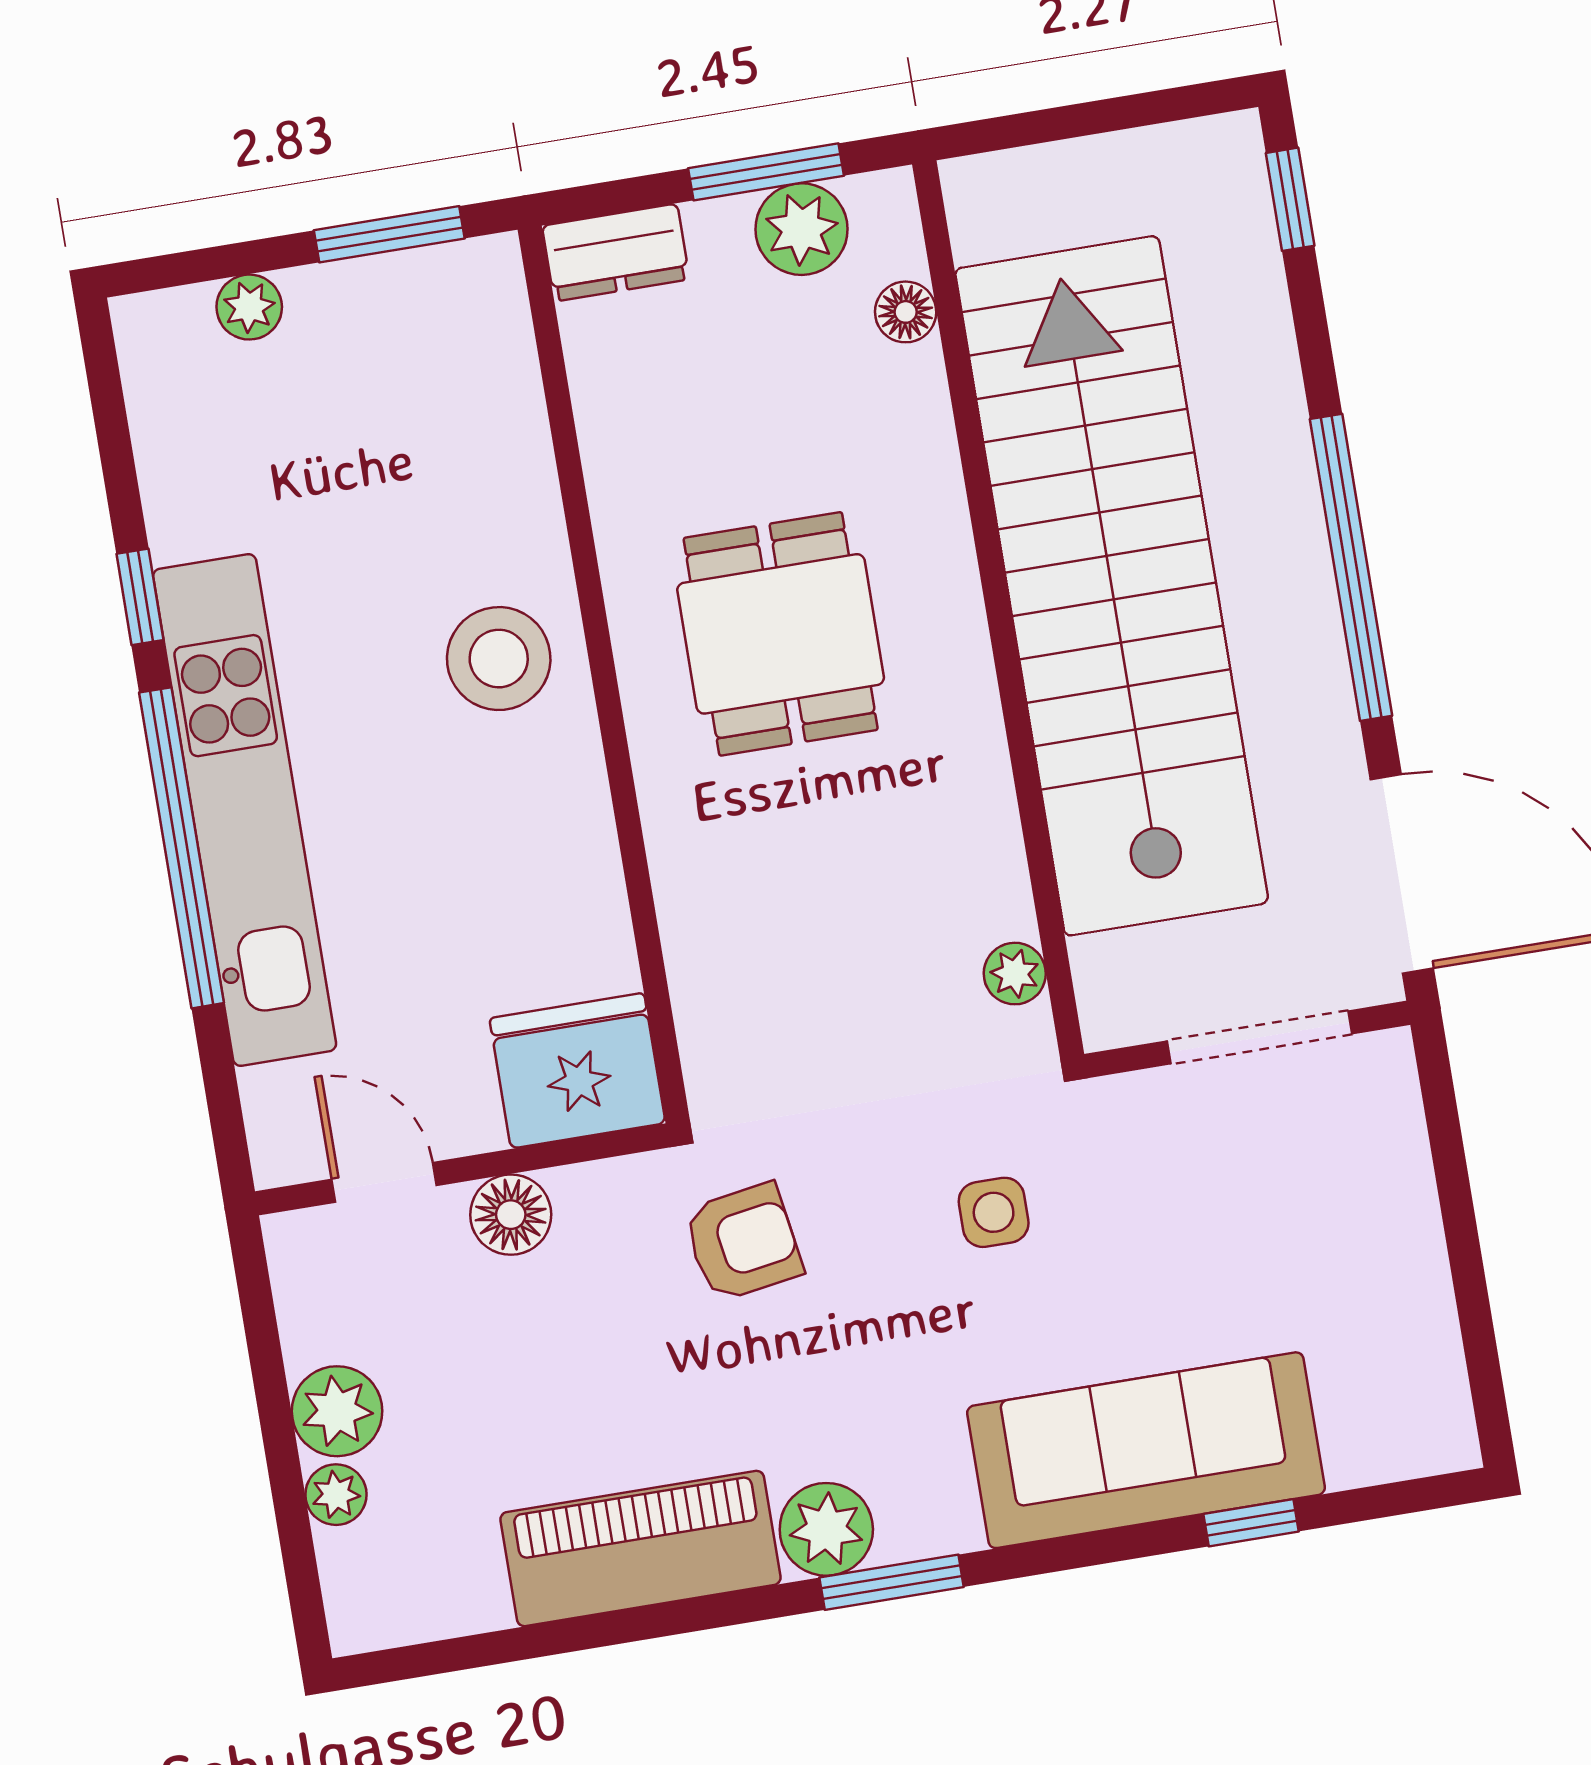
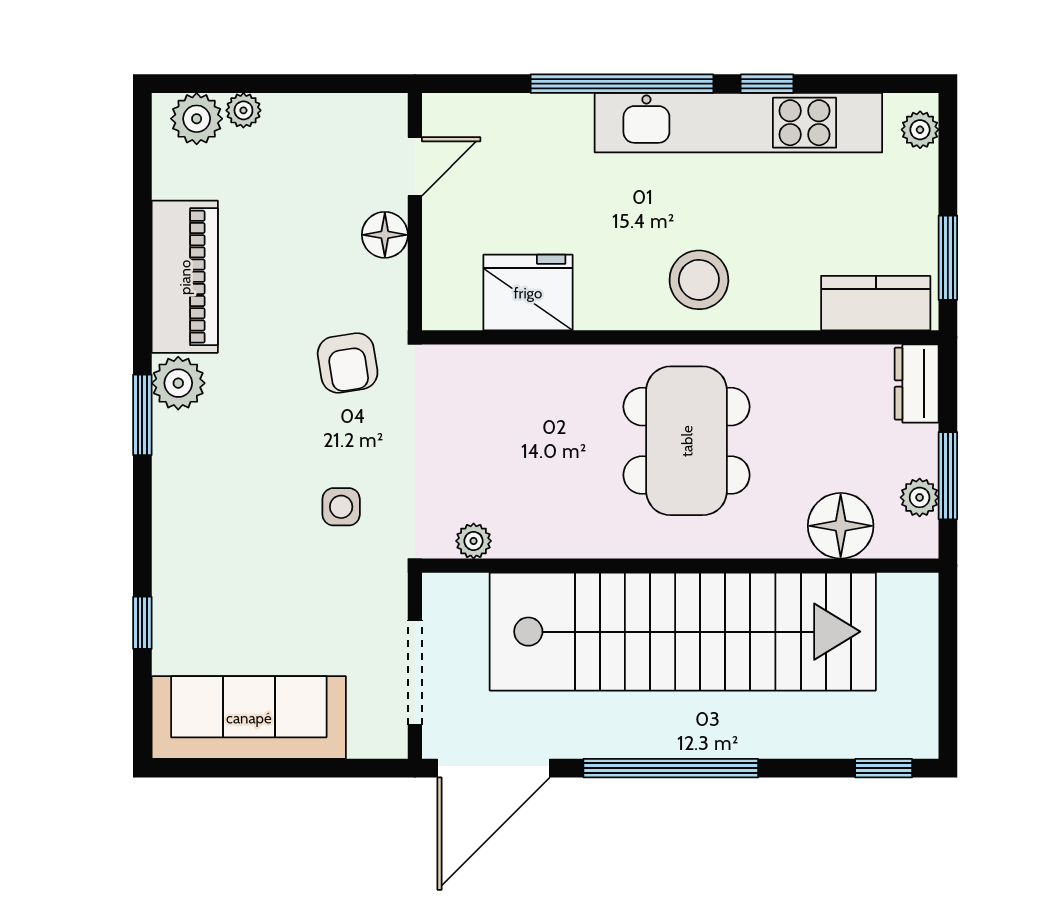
plant: (802, 229) -> (920, 497), width x0.73, depth x0.73
plant: (249, 307) -> (920, 130), moved
floor lamp: (906, 312) -> (841, 526), width x1.89, depth x1.89
kitchen counter: (488, 346) -> (876, 303), added
dining table: (781, 634) -> (687, 441), width x1.38
kitchen unit: (245, 810) -> (738, 123), moved
fridge: (577, 1071) -> (528, 293), moved, turned -90
plant: (337, 1411) -> (197, 119), moved
sofa: (1146, 1450) -> (249, 718), moved, turned -90

